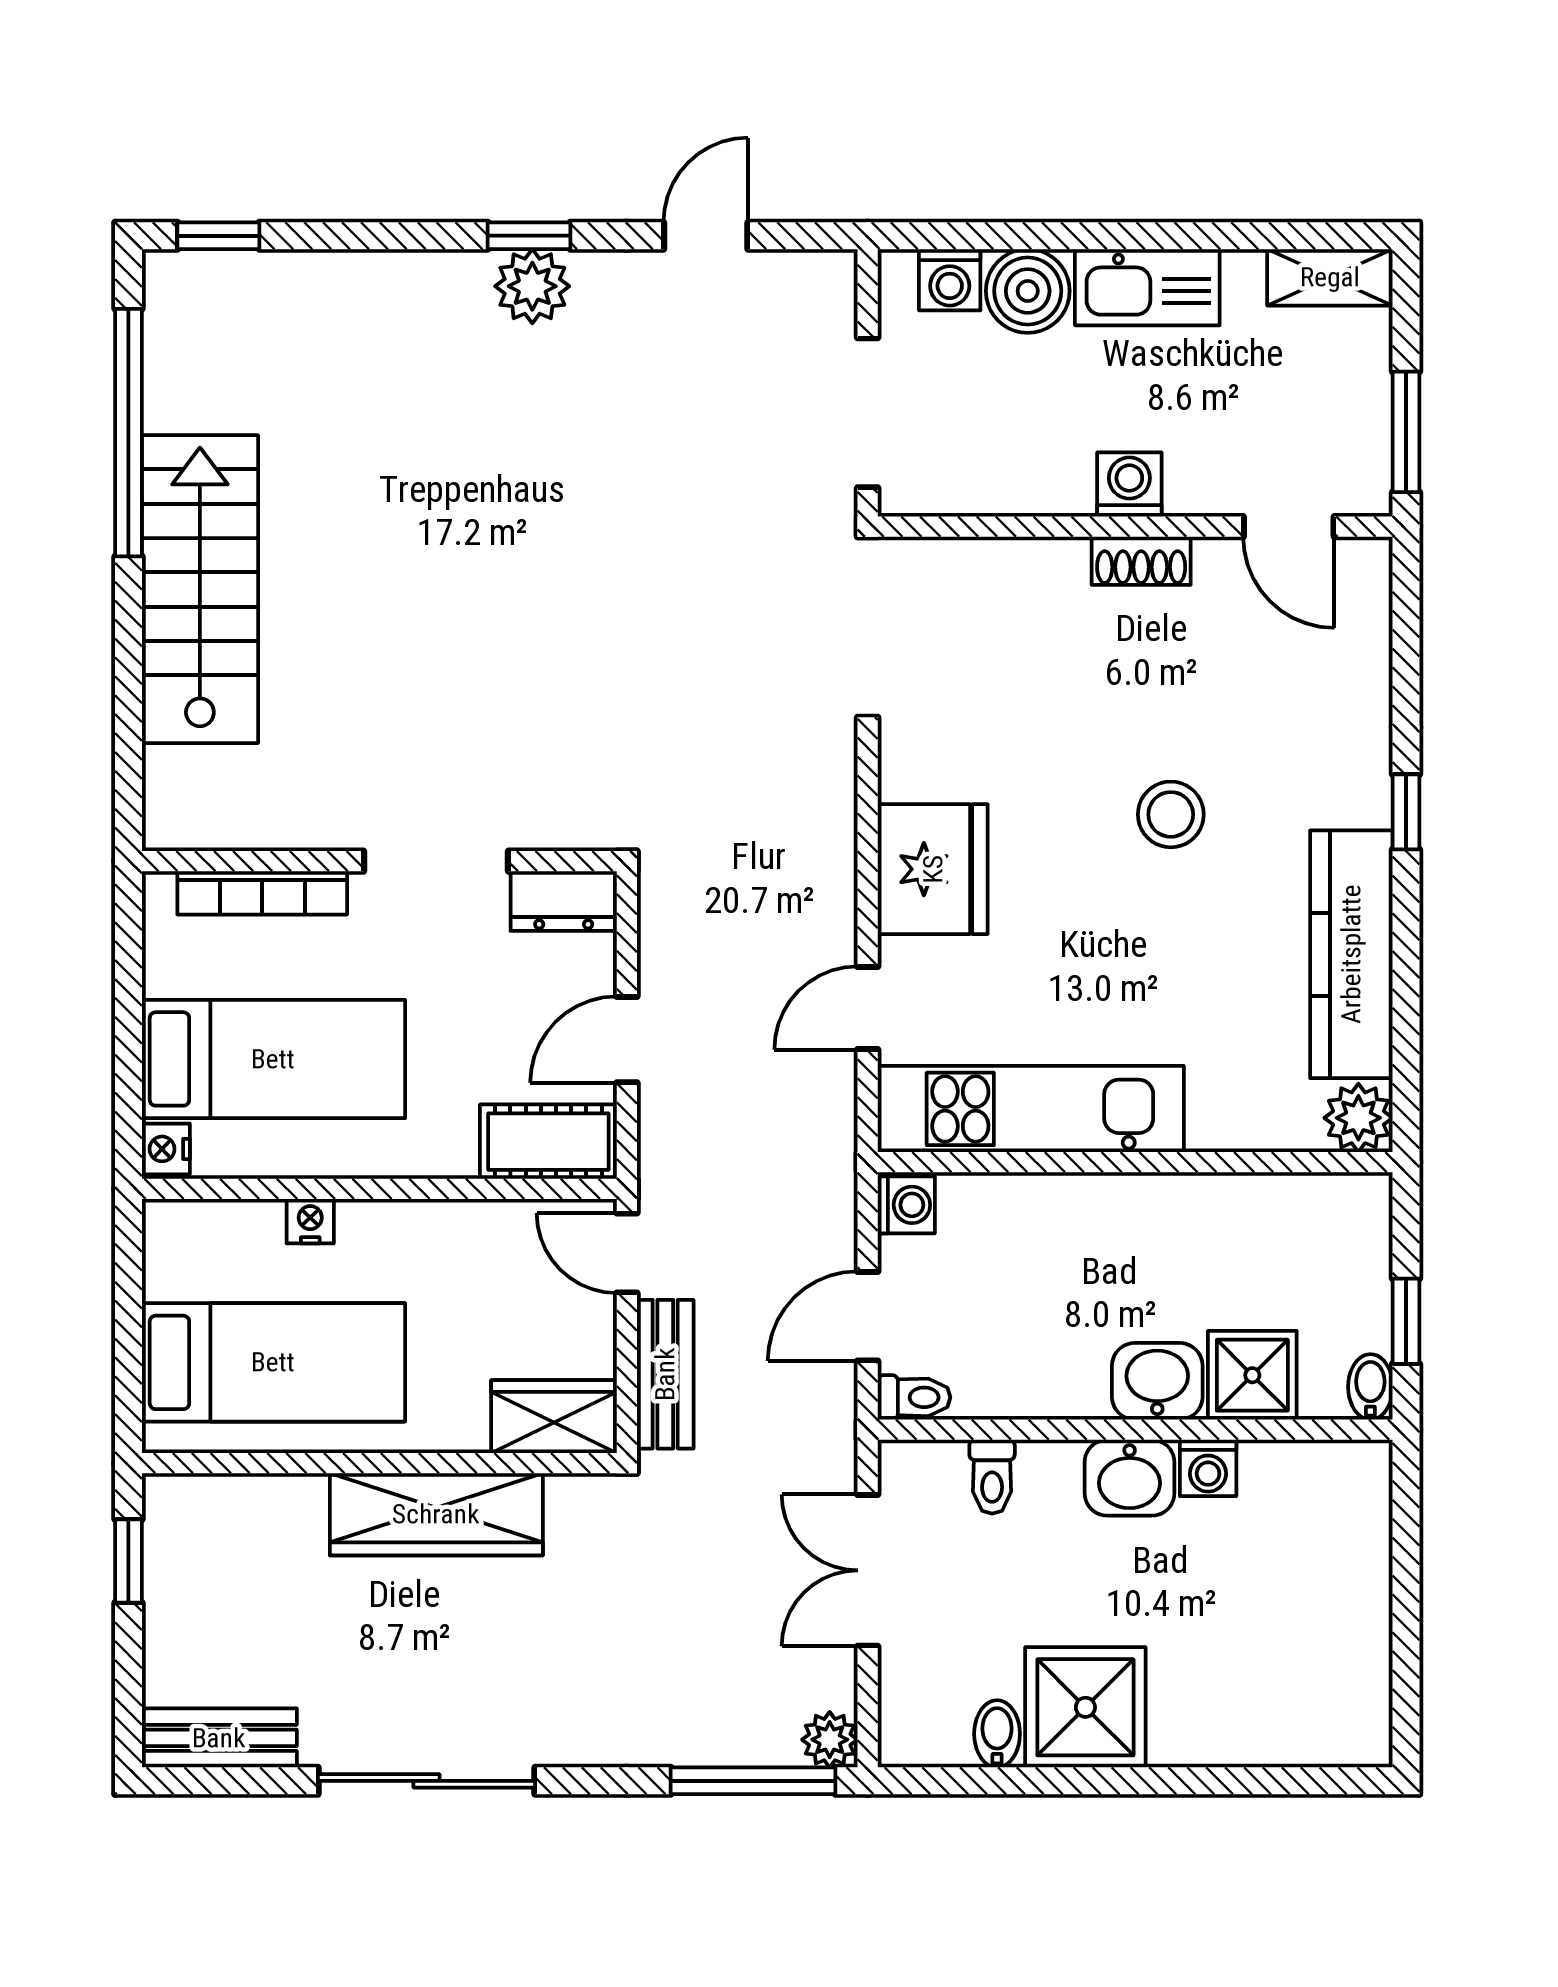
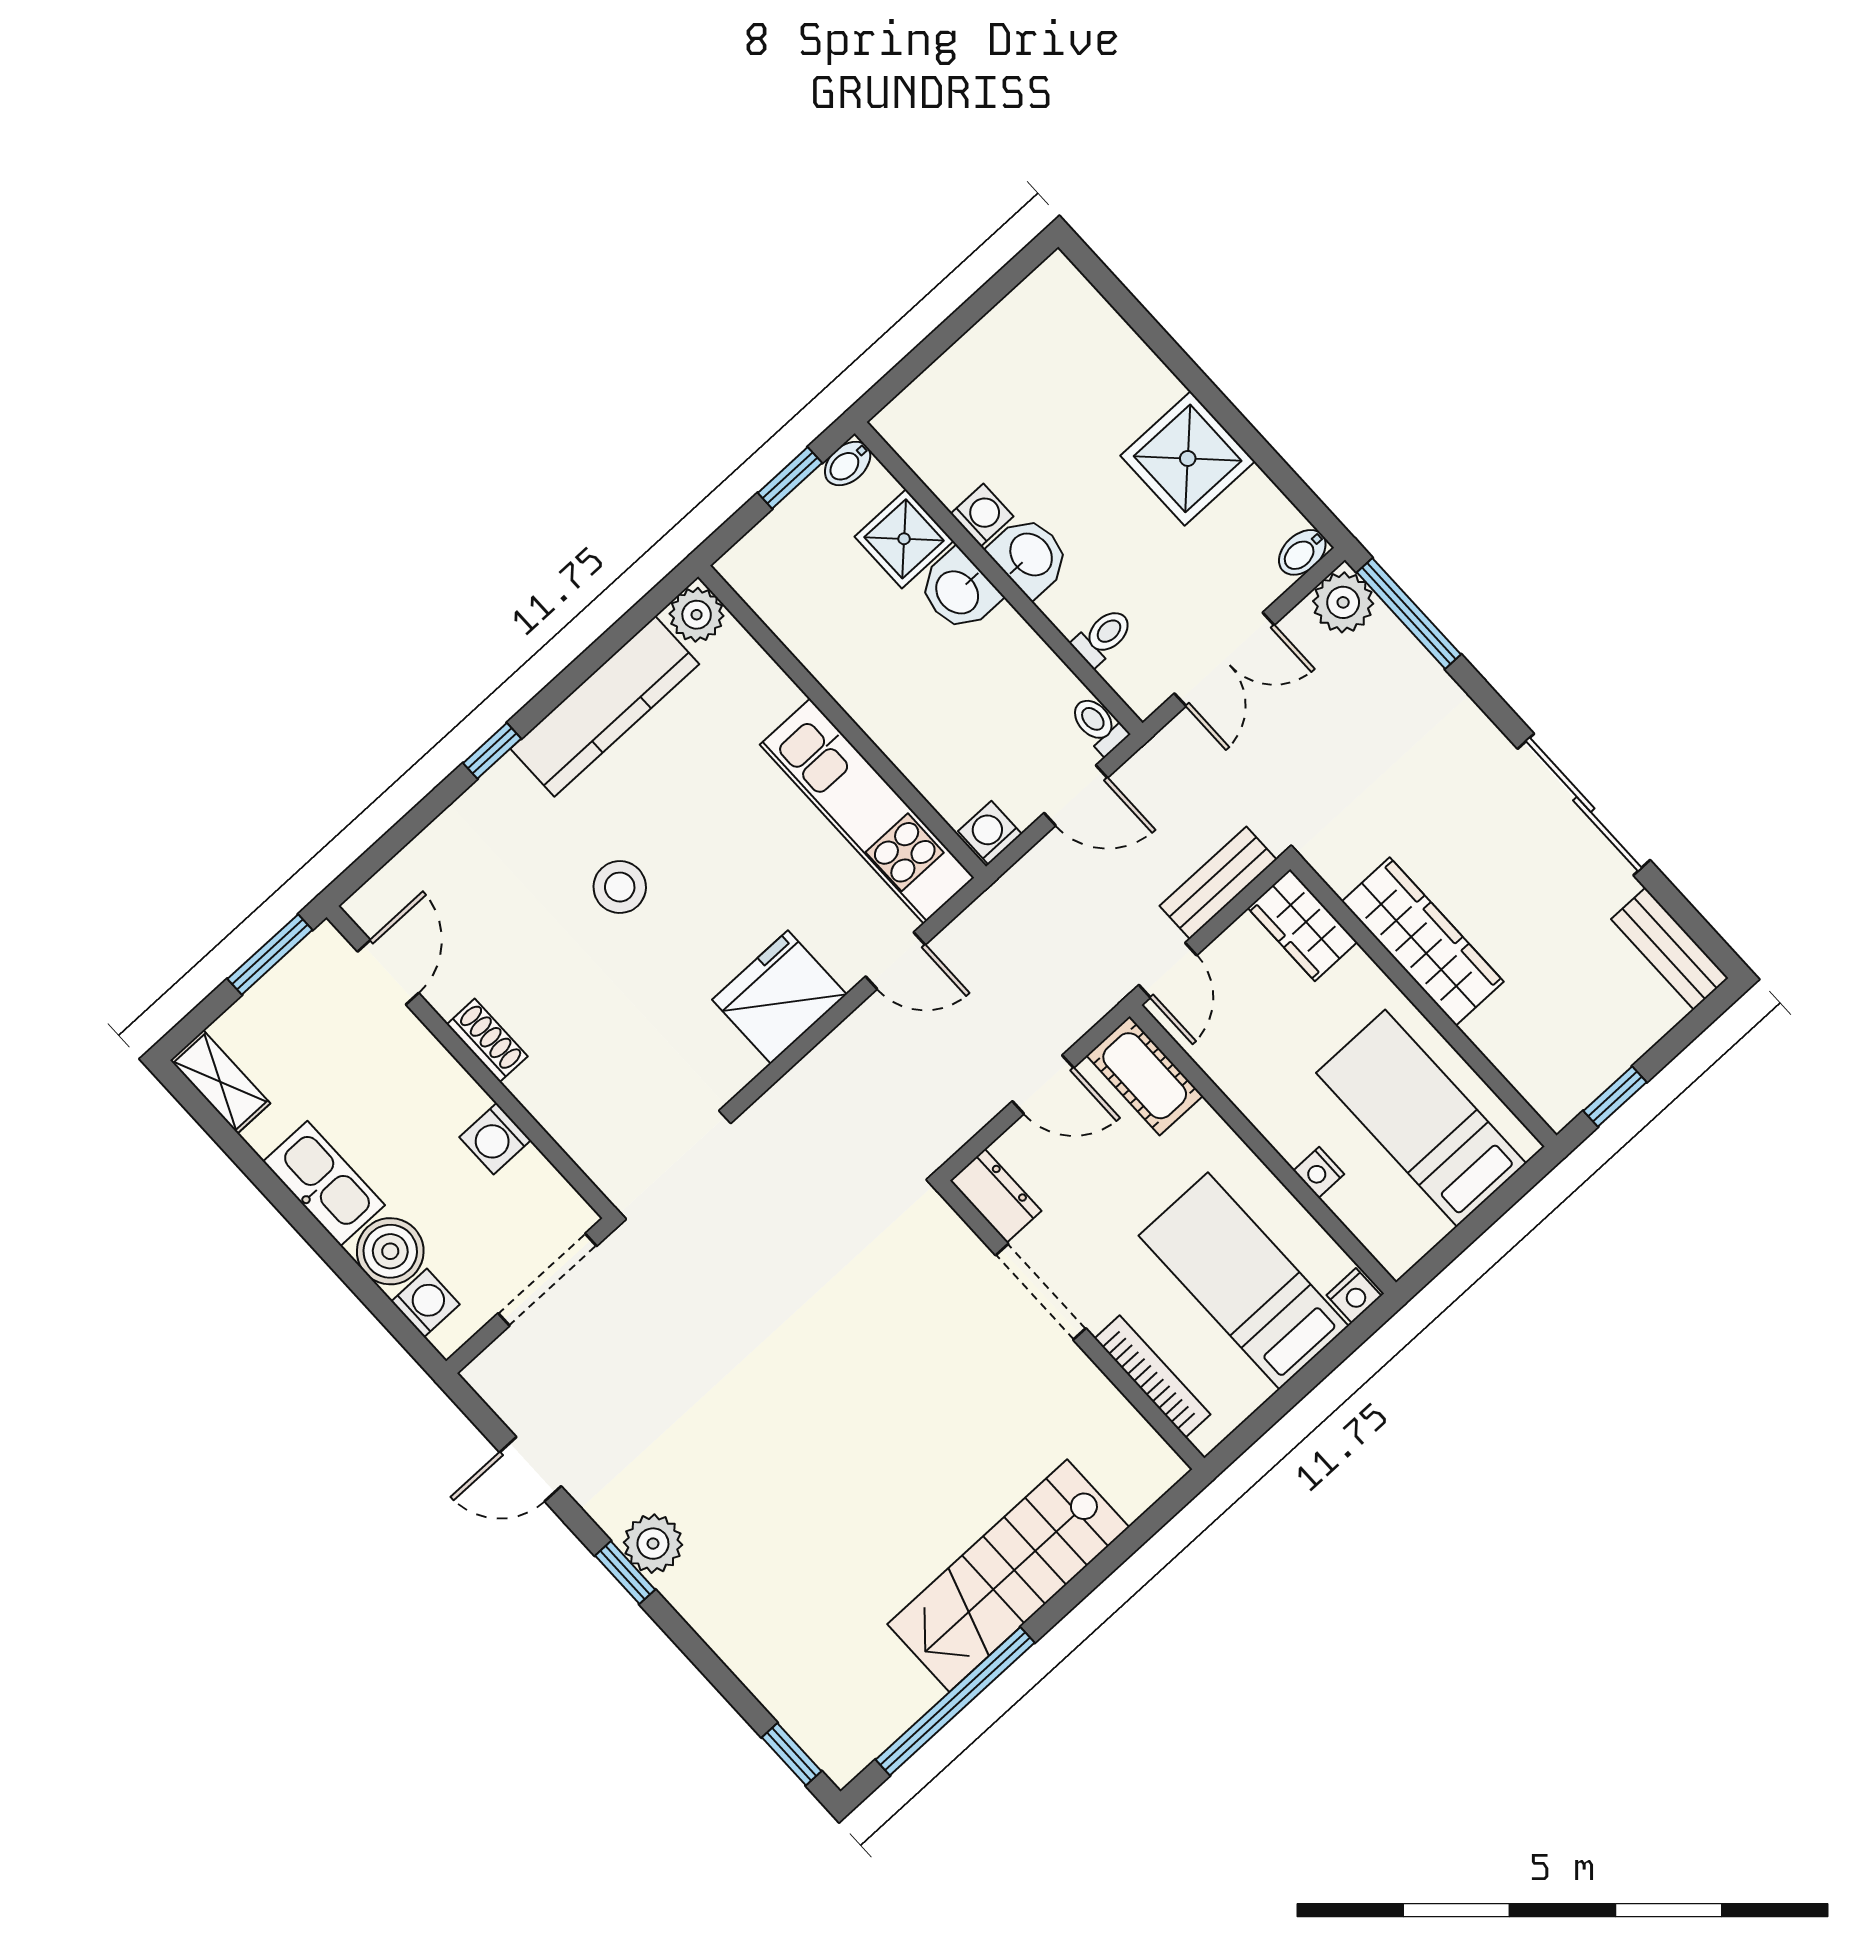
washing machine: (1129, 484) -> (495, 1139), moved
bidet: (997, 1734) -> (1302, 552), moved
plant: (830, 1740) -> (1343, 602), width x1.38, depth x1.38

